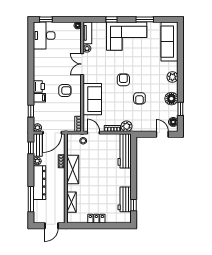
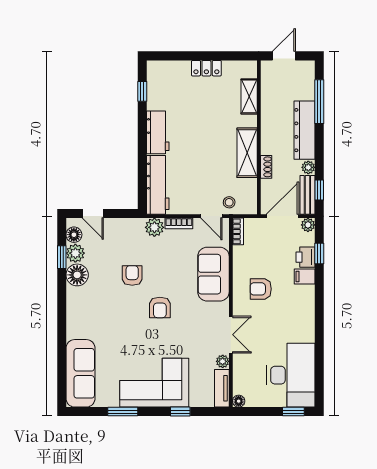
desk: (44, 36) -> (291, 375), width x1.36, depth x1.30
plant: (172, 77) -> (75, 253), moved
printer: (39, 86) -> (306, 257), moved
workbench: (125, 199) -> (158, 132), moved

